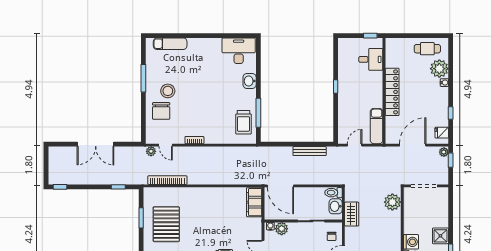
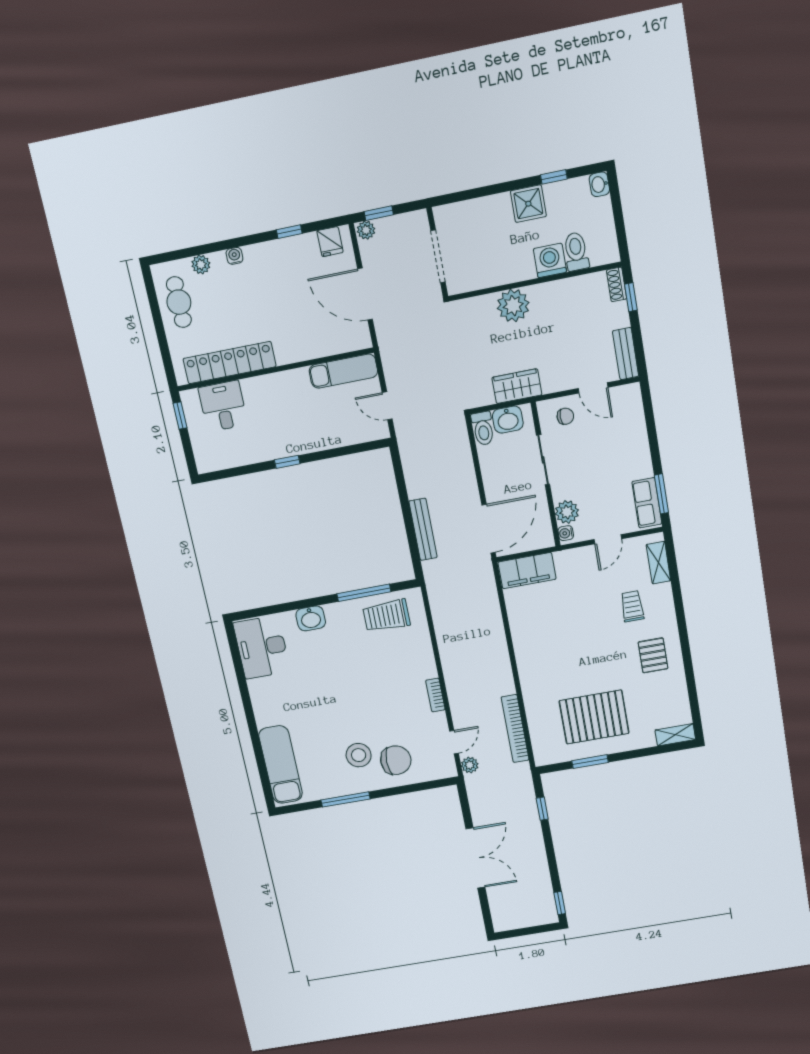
exam couch: (170, 44) -> (281, 765), width x1.36, depth x1.45
plant: (439, 69) -> (201, 265), width x0.53, depth x0.53
locker: (392, 92) -> (229, 363), moved
trolley: (244, 122) -> (387, 616), turned 180
bench: (310, 151) -> (423, 529), moved
plant: (392, 202) -> (513, 306), moved

